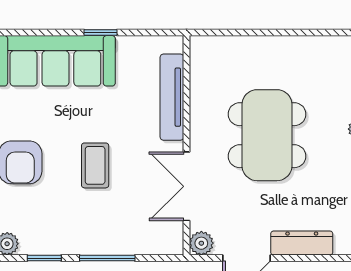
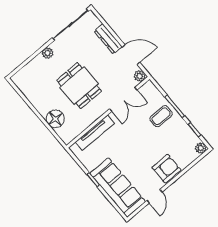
floor lamp: (246, 54) -> (55, 119), added
dining table: (267, 135) -> (79, 86), width x0.73
coffee table: (95, 165) -> (161, 116), moved

